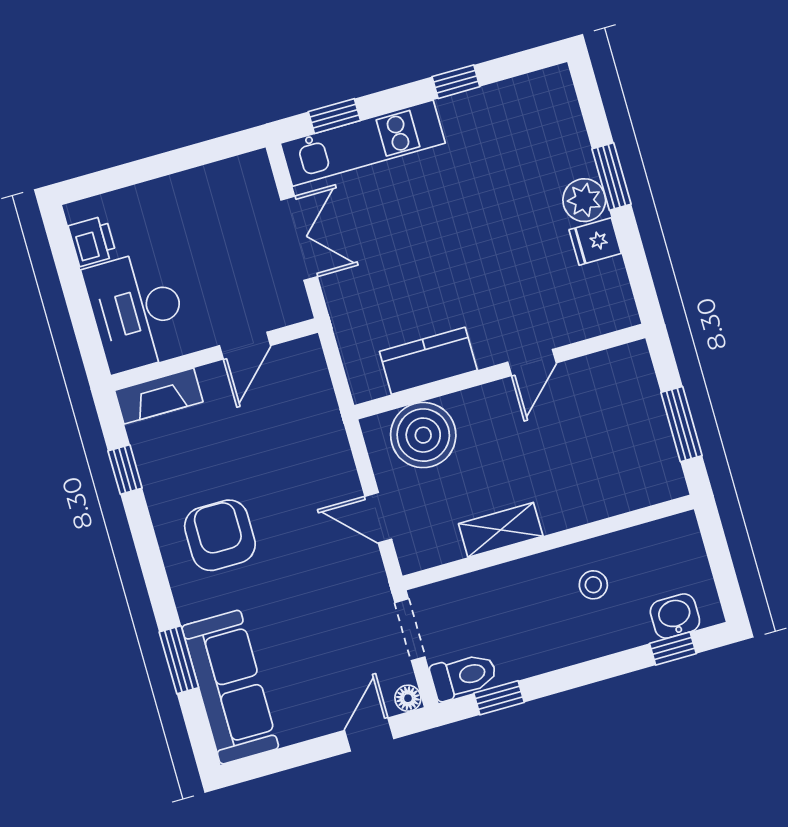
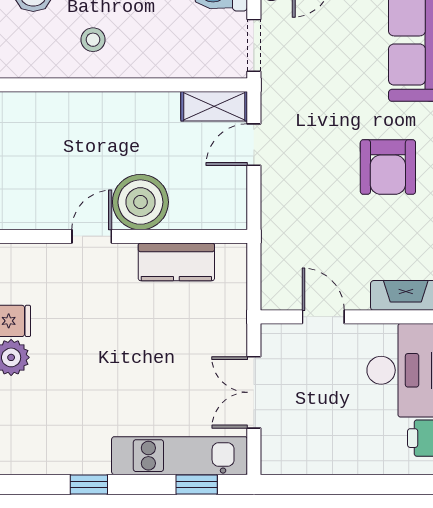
door: (245, 346) -> (323, 317), hinge flipped
boiler: (423, 435) -> (140, 202), moved
door: (378, 518) -> (254, 145), swing flipped
shelving: (501, 530) -> (214, 106), moved

